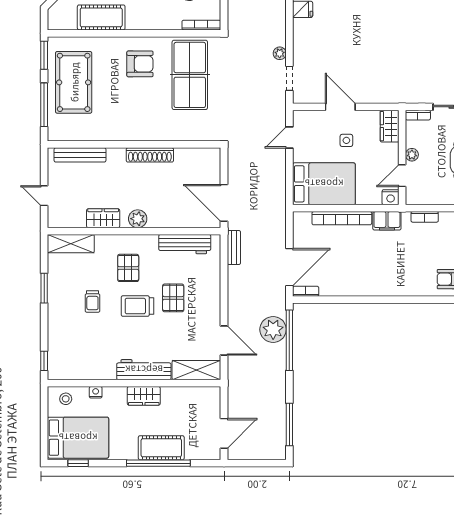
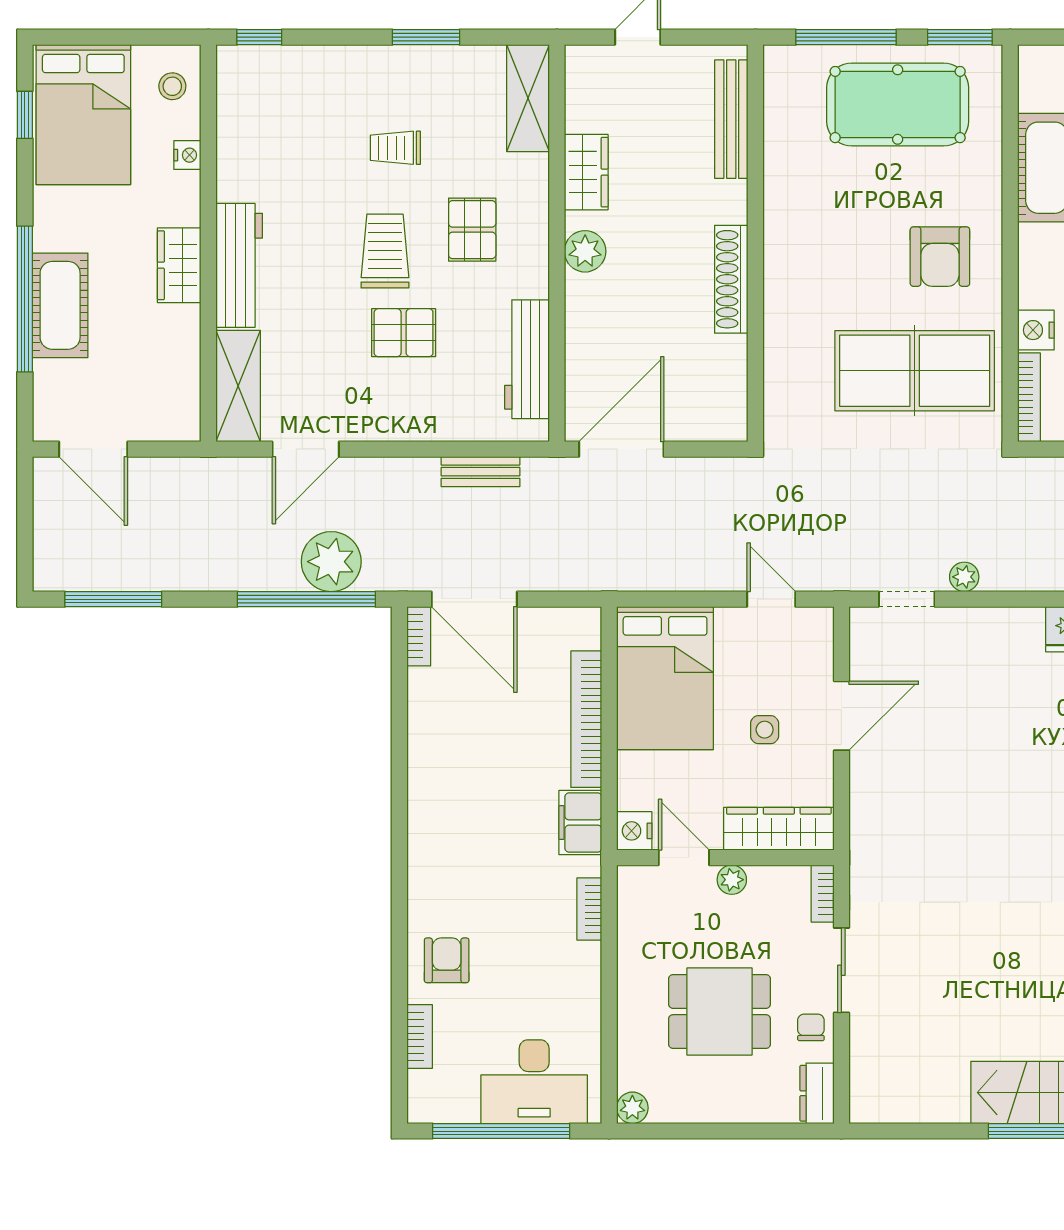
nightstand: (172, 22) -> (1036, 330), added
wardrobe: (390, 126) -> (779, 829), width x1.50
bench: (234, 247) -> (480, 472), moved
pallet: (128, 268) -> (472, 230), turned 90

